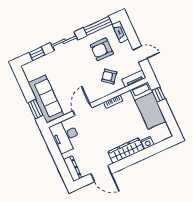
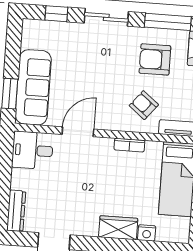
desk: (65, 136) -> (32, 150), width x0.73
wardrobe: (126, 151) -> (118, 228), width x0.67

